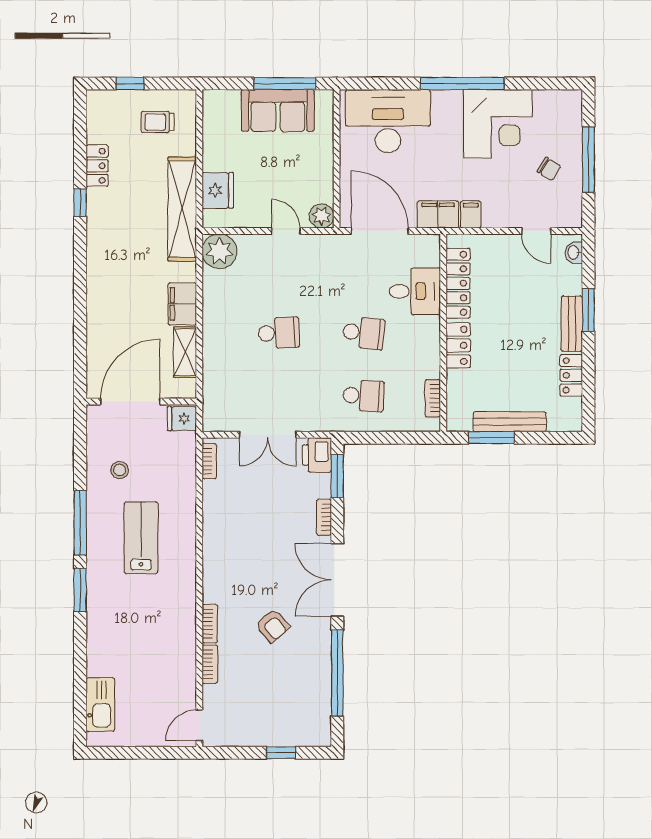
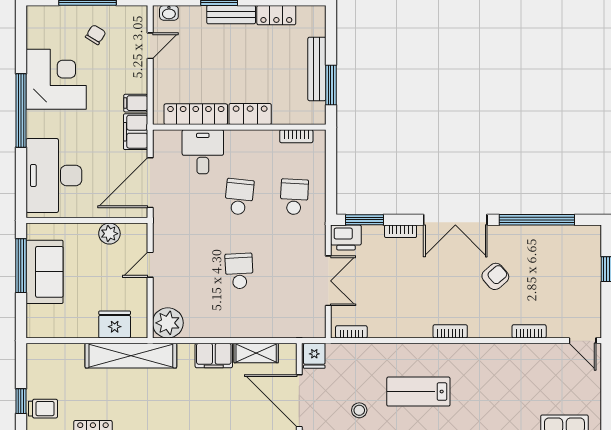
trolley: (157, 122) -> (43, 409), moved, turned -90
plant: (322, 216) -> (109, 234), moved
bookcase: (210, 624) -> (450, 331), moved

